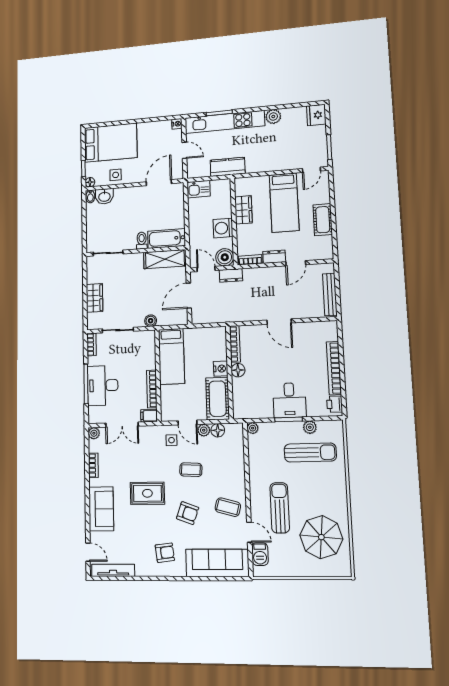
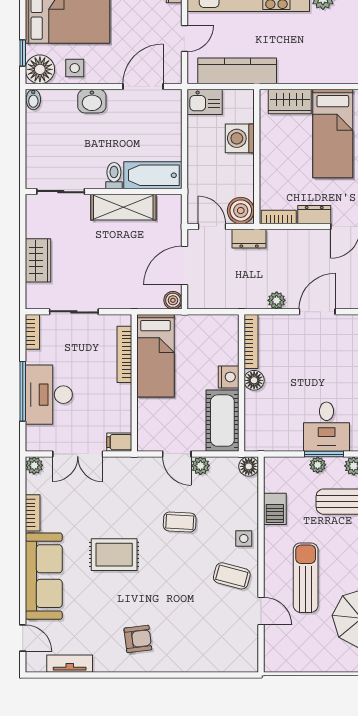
door: (184, 150) -> (185, 38), hinge flipped
kitchen counter: (228, 167) -> (237, 71), width x1.50
floor lamp: (90, 182) -> (40, 69), width x1.89, depth x1.89
washbasin: (104, 196) -> (92, 101), moved
wardrobe: (243, 210) -> (290, 102), moved, turned 90
washing machine: (223, 228) -> (240, 138), moved
shelving: (165, 259) -> (123, 207), moved
plant: (251, 315) -> (277, 300), added
boiler: (151, 321) -> (173, 300), moved
door: (279, 322) -> (317, 312), swing flipped
bookcase: (152, 389) -> (124, 354), moved
plant: (253, 428) -> (318, 465), moved
floor lamp: (218, 430) -> (249, 466), moved
side table: (171, 440) -> (244, 539), moved
sofa: (101, 509) -> (44, 576), width x1.36
armchair: (188, 513) -> (173, 584), removed
barbecue: (260, 554) -> (275, 509), moved
sofa: (217, 563) -> (214, 653), removed
tv unit: (113, 570) -> (70, 664), width x0.71

